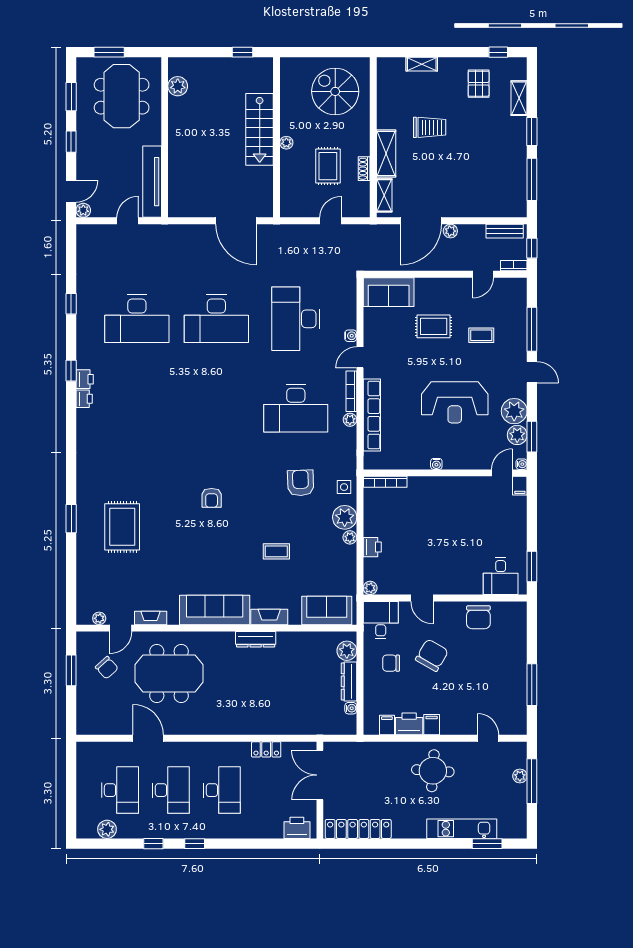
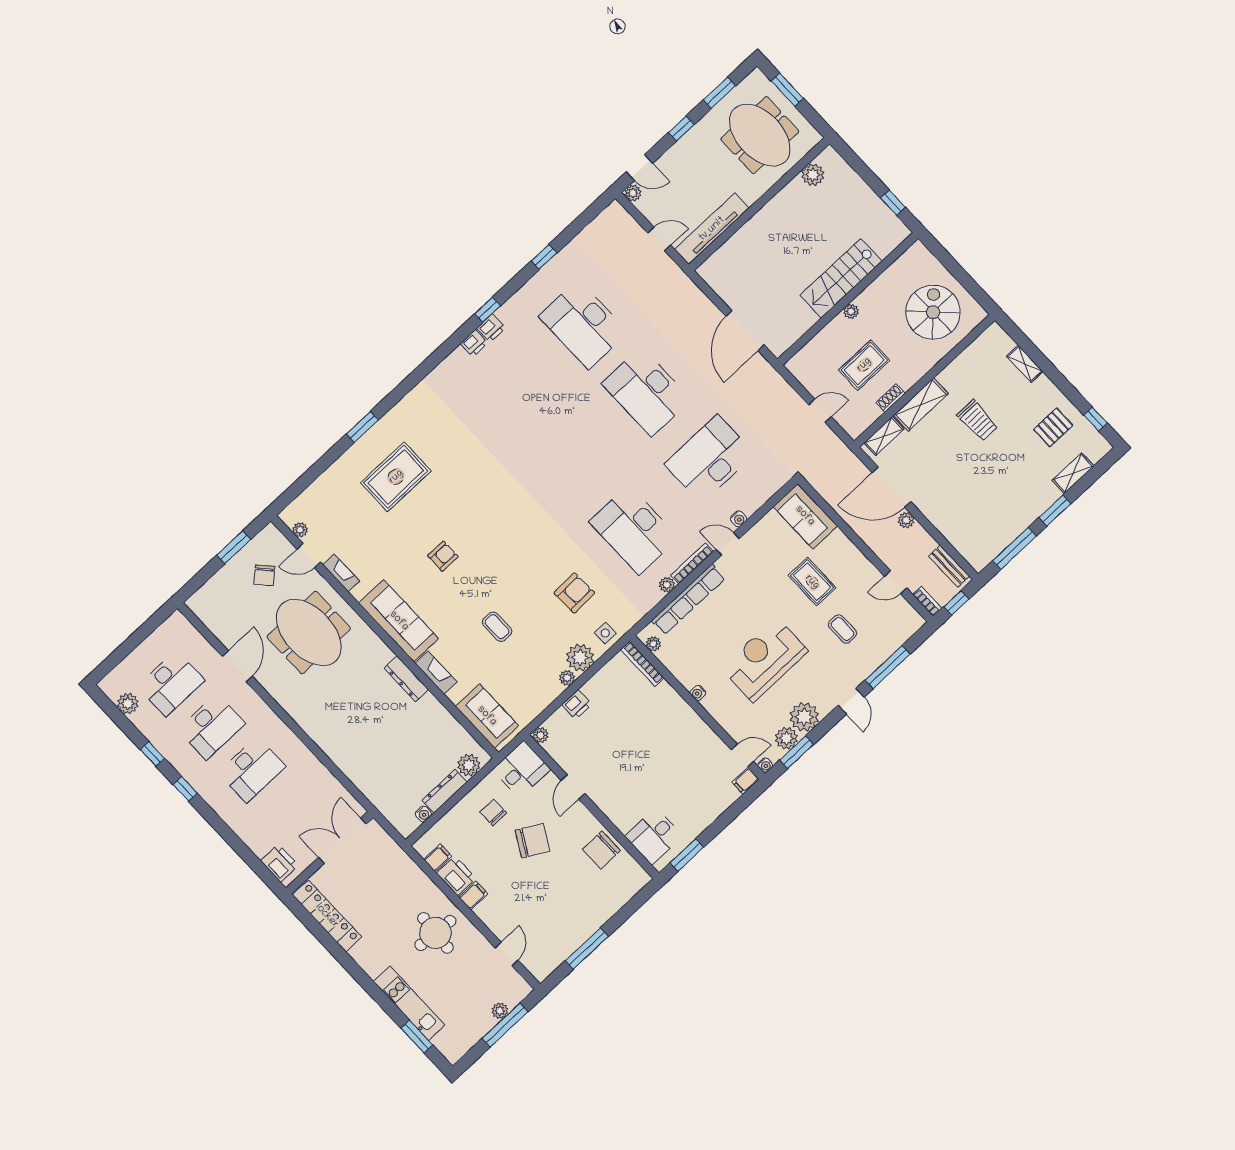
meeting table: (122, 96) -> (760, 135), turned 90
reception desk: (455, 402) -> (765, 660), turned 90
plant: (379, 463) -> (653, 644), added
armchair: (212, 498) -> (443, 556), moved, turned 180
locker: (266, 749) -> (321, 775), removed

